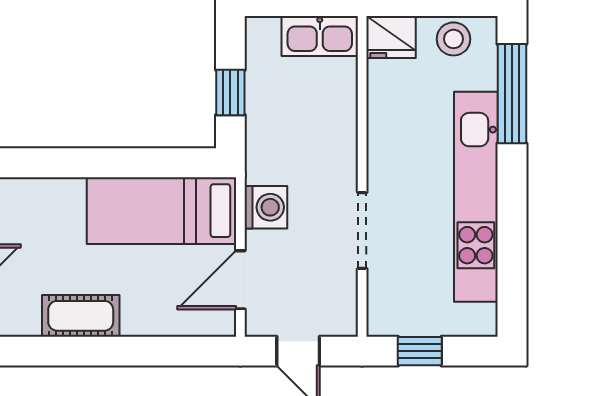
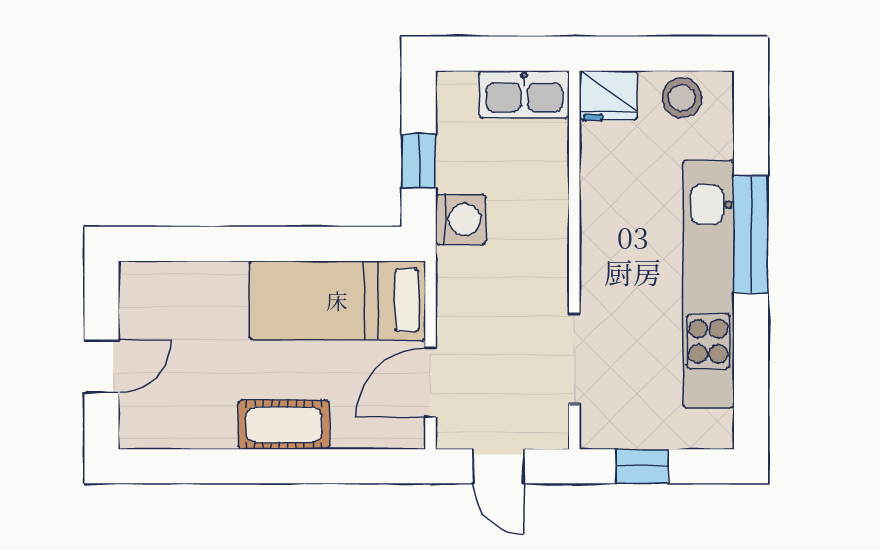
window: (512, 94) -> (751, 234), moved
washing machine: (266, 207) -> (461, 220), moved
doorway: (362, 231) -> (574, 359), moved
cot: (81, 316) -> (284, 425), moved

